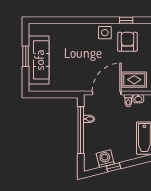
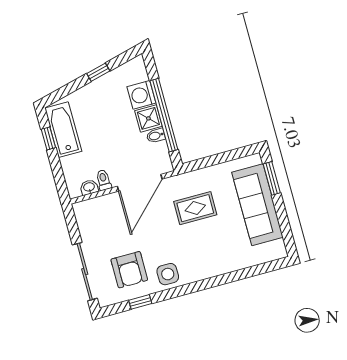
window: (26, 56) -> (272, 178), moved
rug: (134, 80) -> (195, 208), moved
shower: (91, 131) -> (148, 118), added
washing machine: (105, 159) -> (141, 95), moved, turned 104

